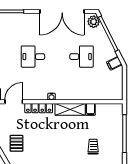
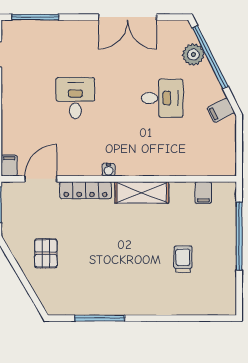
double door: (62, 11) -> (127, 17), width x0.73
plant: (94, 22) -> (193, 55), moved
desk: (33, 57) -> (75, 98), turned 90
filing cabinet: (91, 109) -> (203, 193), moved

